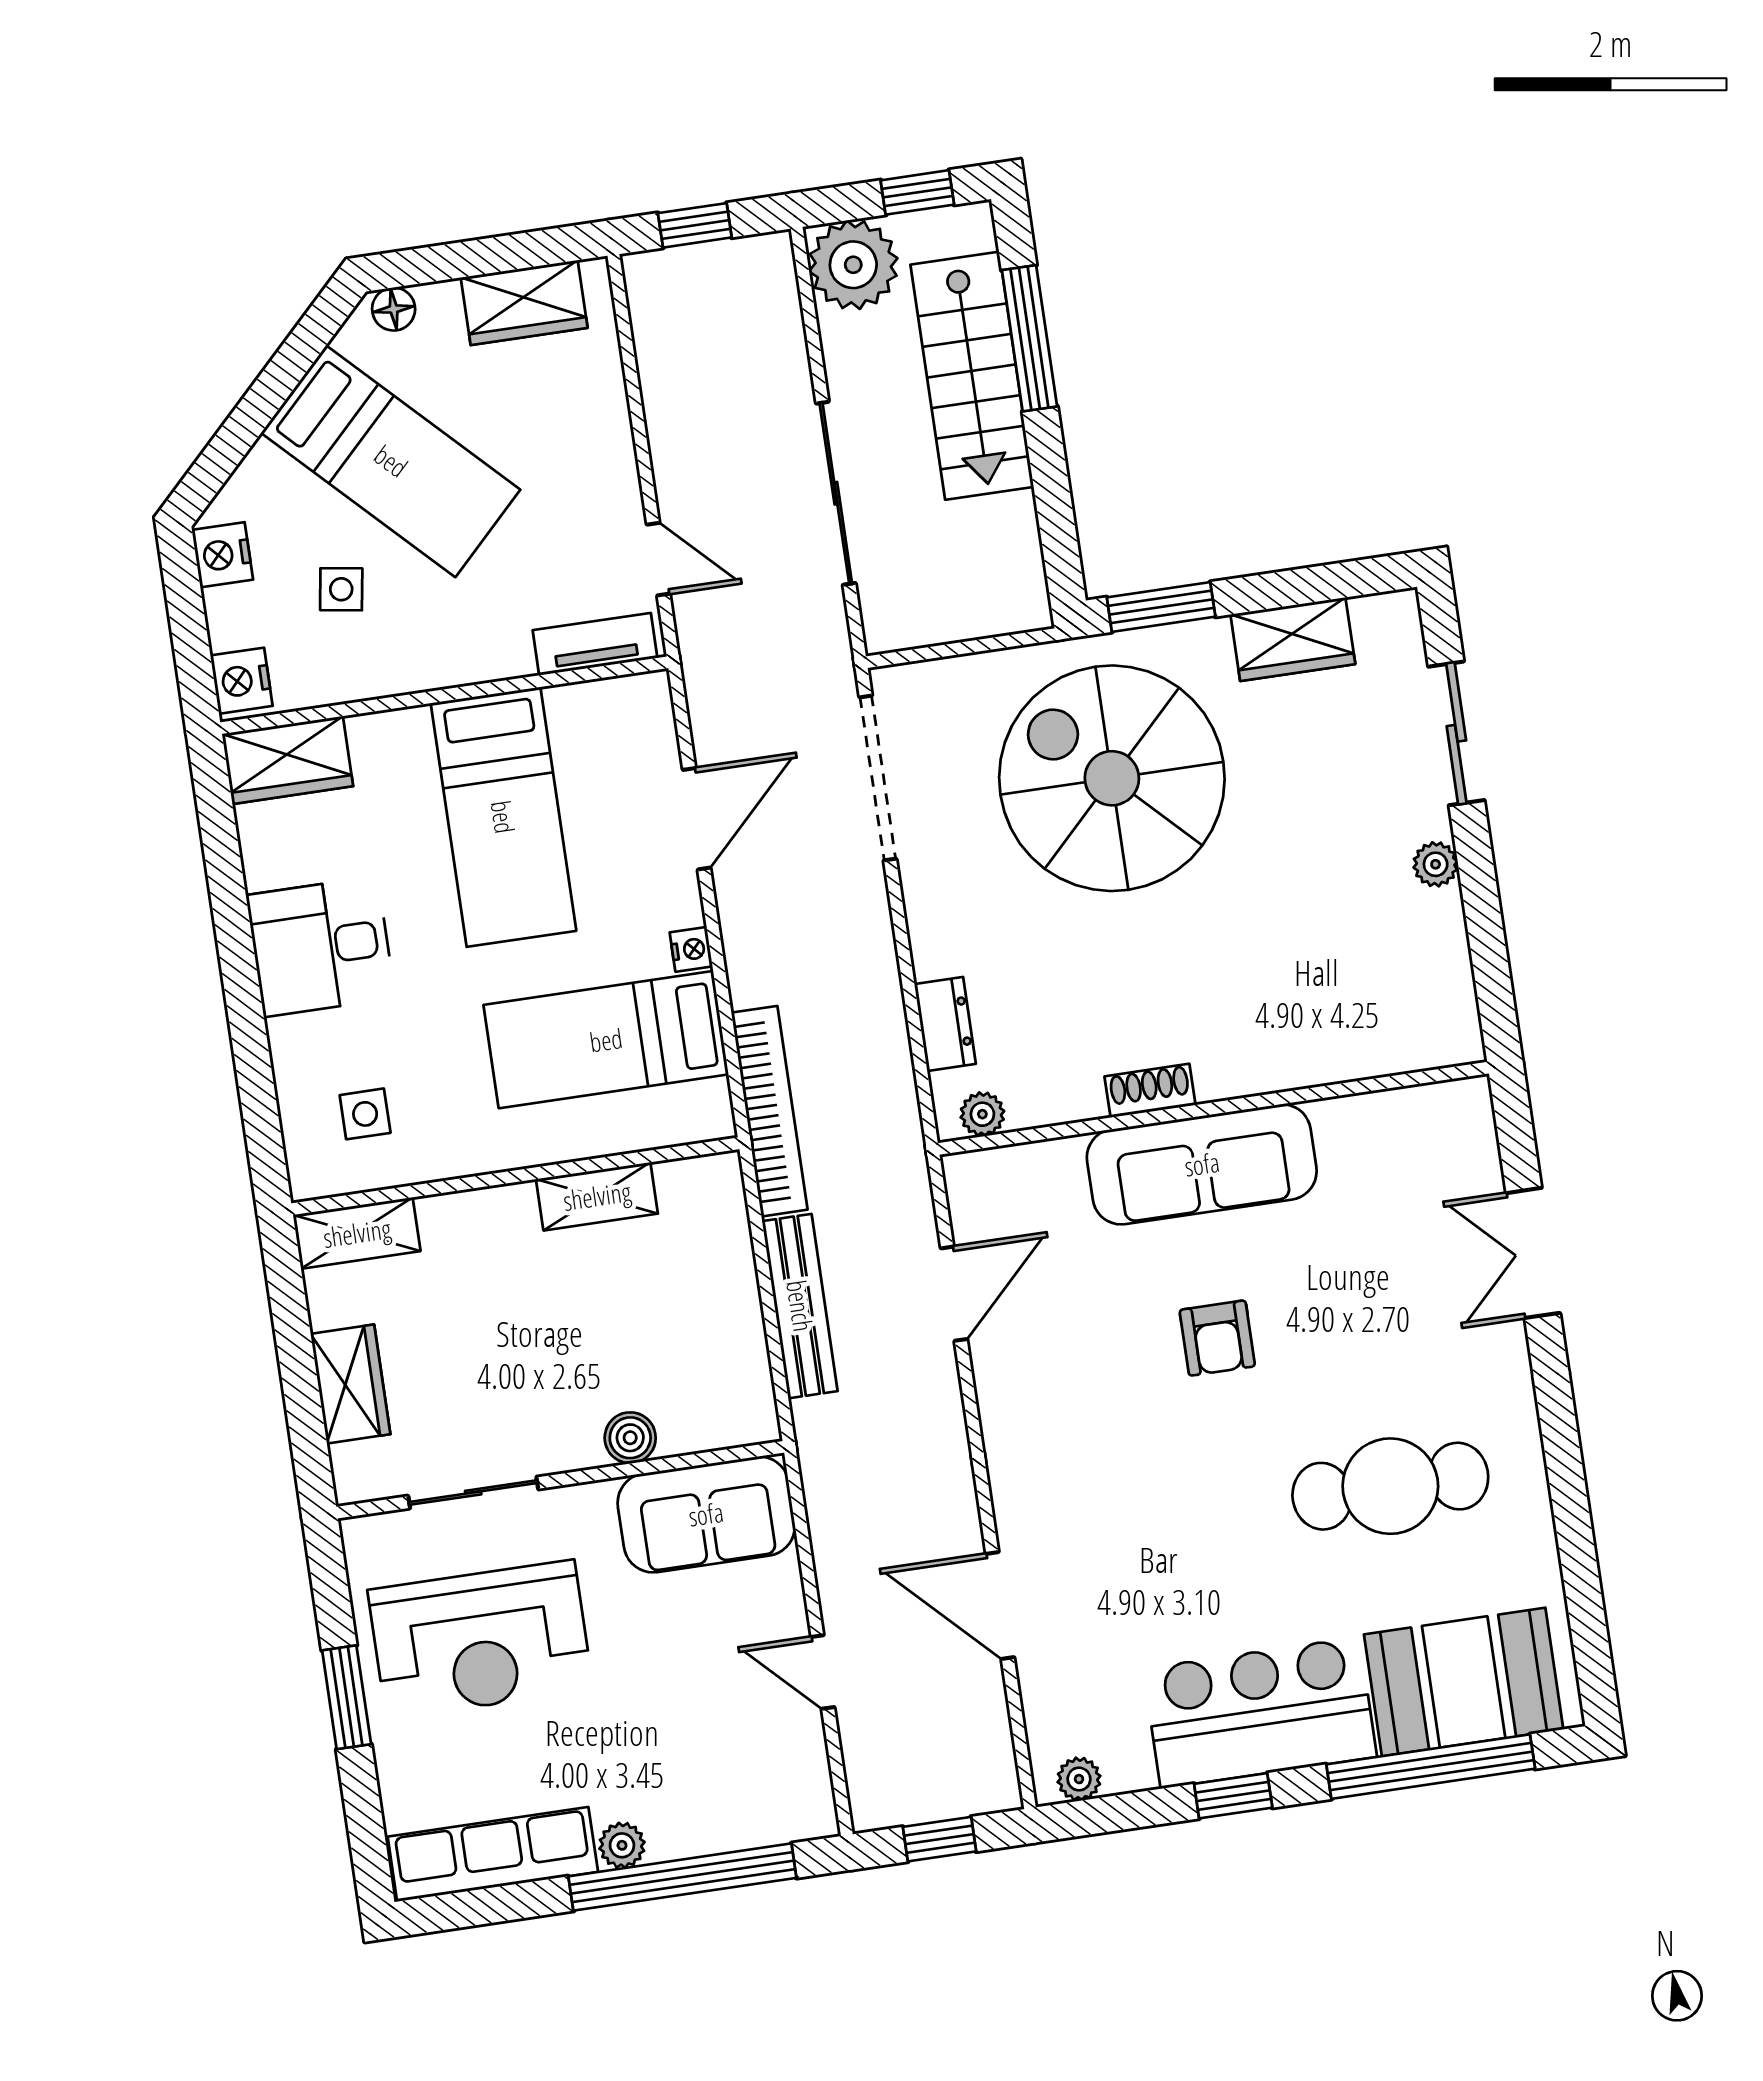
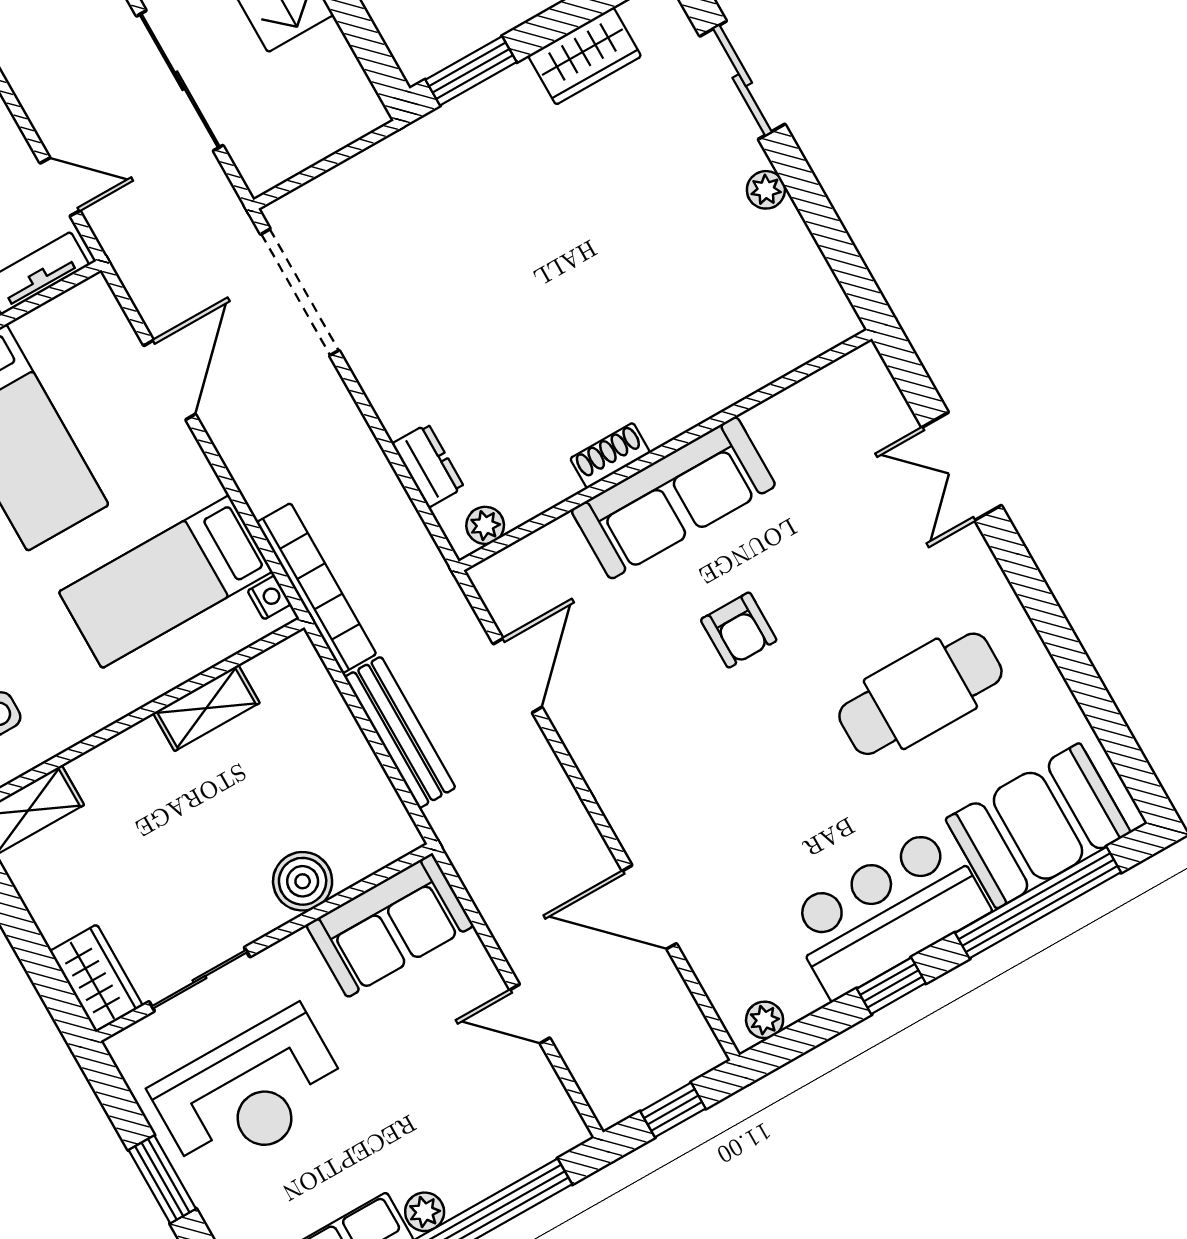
spiral stairs: (1112, 778) -> (485, 221), removed
nightstand: (691, 949) -> (269, 597), moved
wardrobe: (350, 1384) -> (96, 978), moved
boiler: (630, 1438) -> (303, 881), width x1.36, depth x1.36

